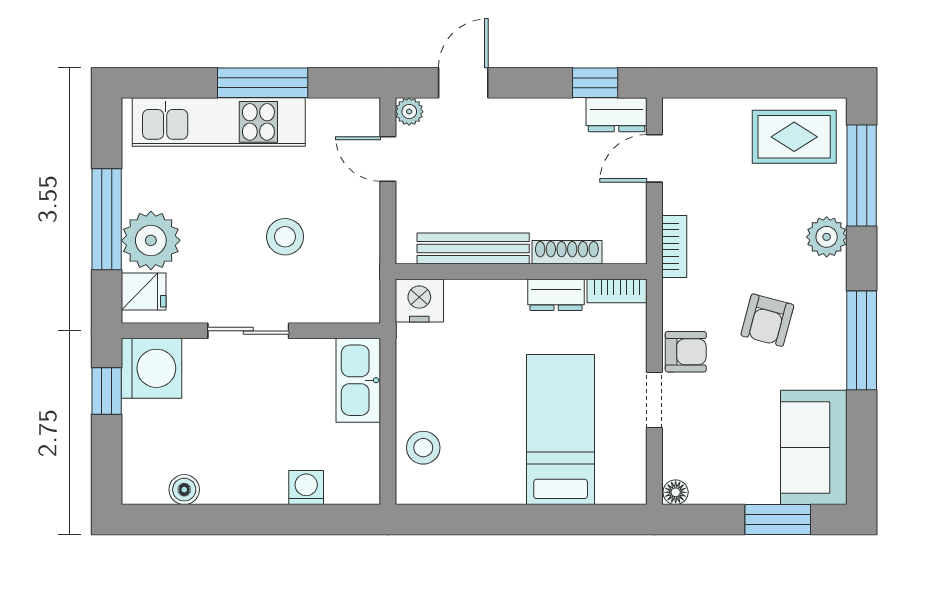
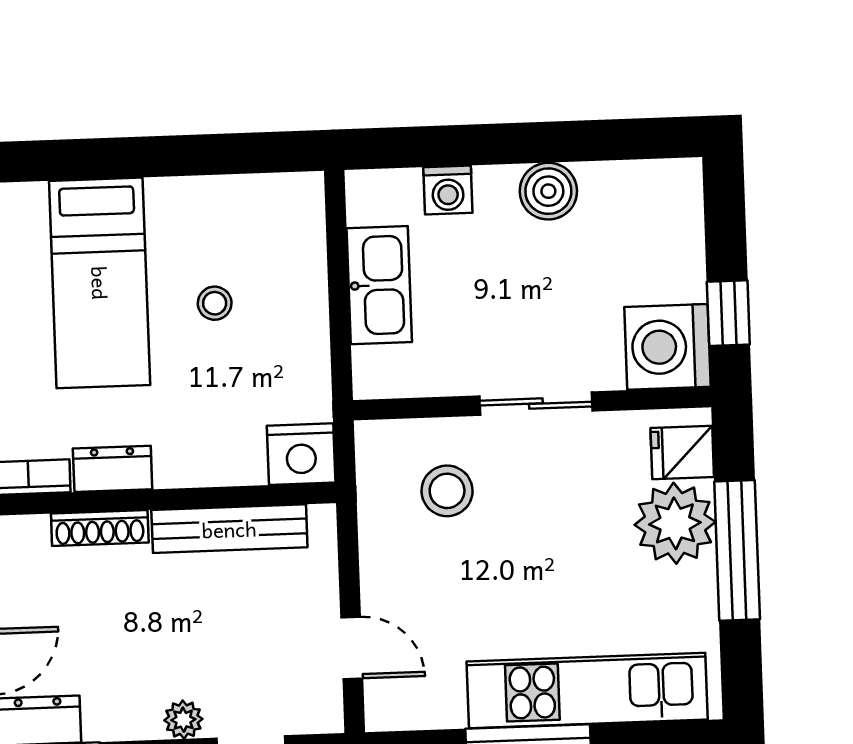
plant: (409, 112) -> (183, 720), moved
stool: (285, 237) -> (447, 491), moved
kitchen sink: (358, 380) -> (379, 285), moved
stool: (423, 448) -> (215, 303), moved, width x0.73, depth x0.73
boiler: (184, 490) -> (548, 191), moved, width x1.36, depth x1.36

